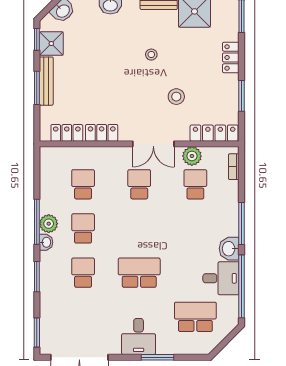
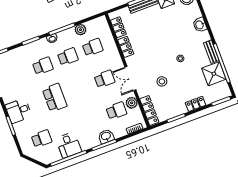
plant: (49, 224) -> (80, 30), moved
washbasin: (229, 249) -> (106, 136), moved
school desk: (195, 317) -> (42, 139), width x0.54

